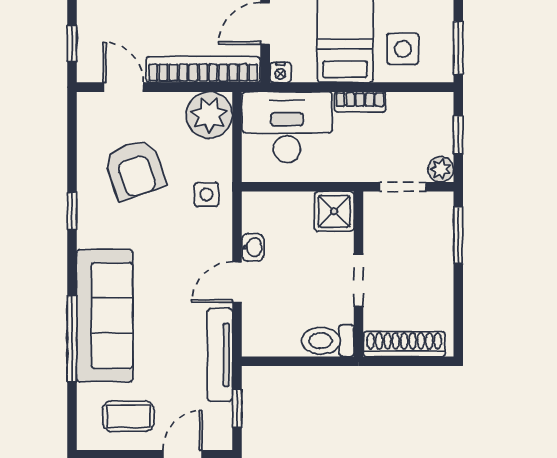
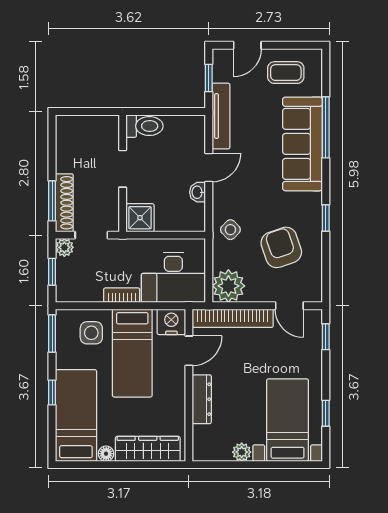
nightstand: (280, 72) -> (171, 322), width x1.89, depth x1.79
side table: (206, 194) -> (230, 230), turned 45
shoe rack: (404, 344) -> (64, 203), moved, turned -90

